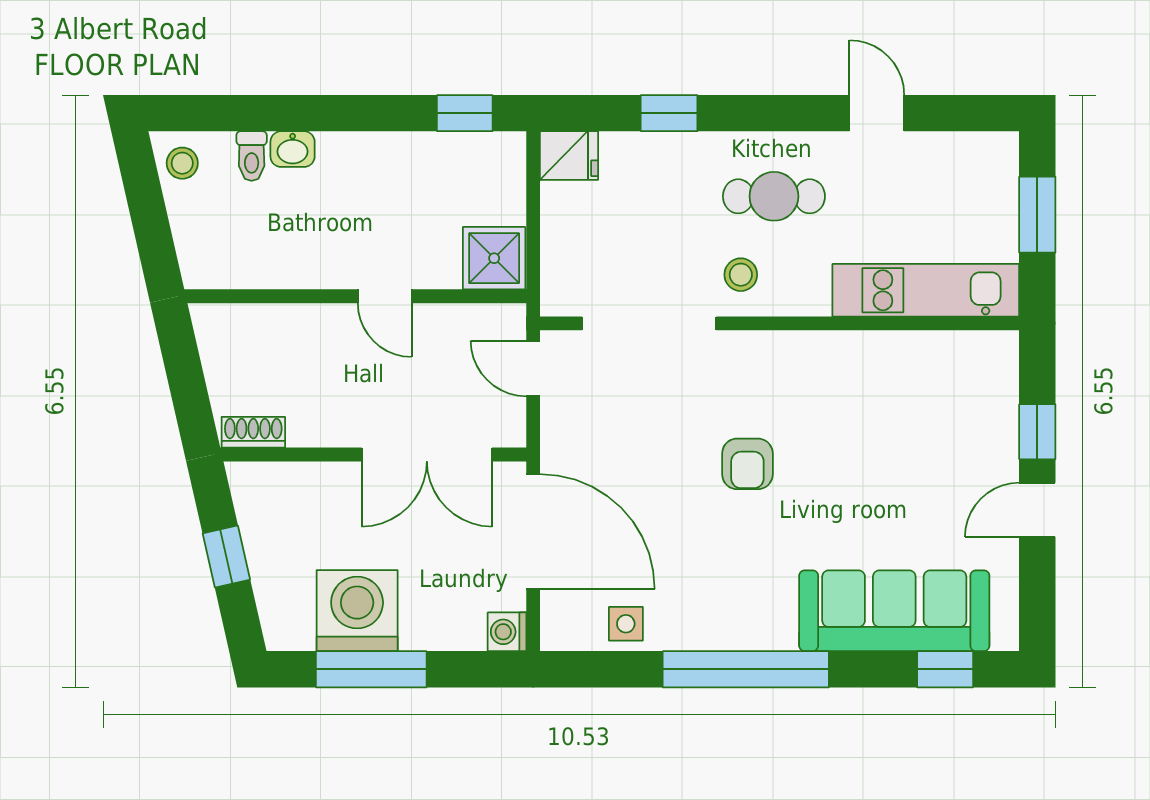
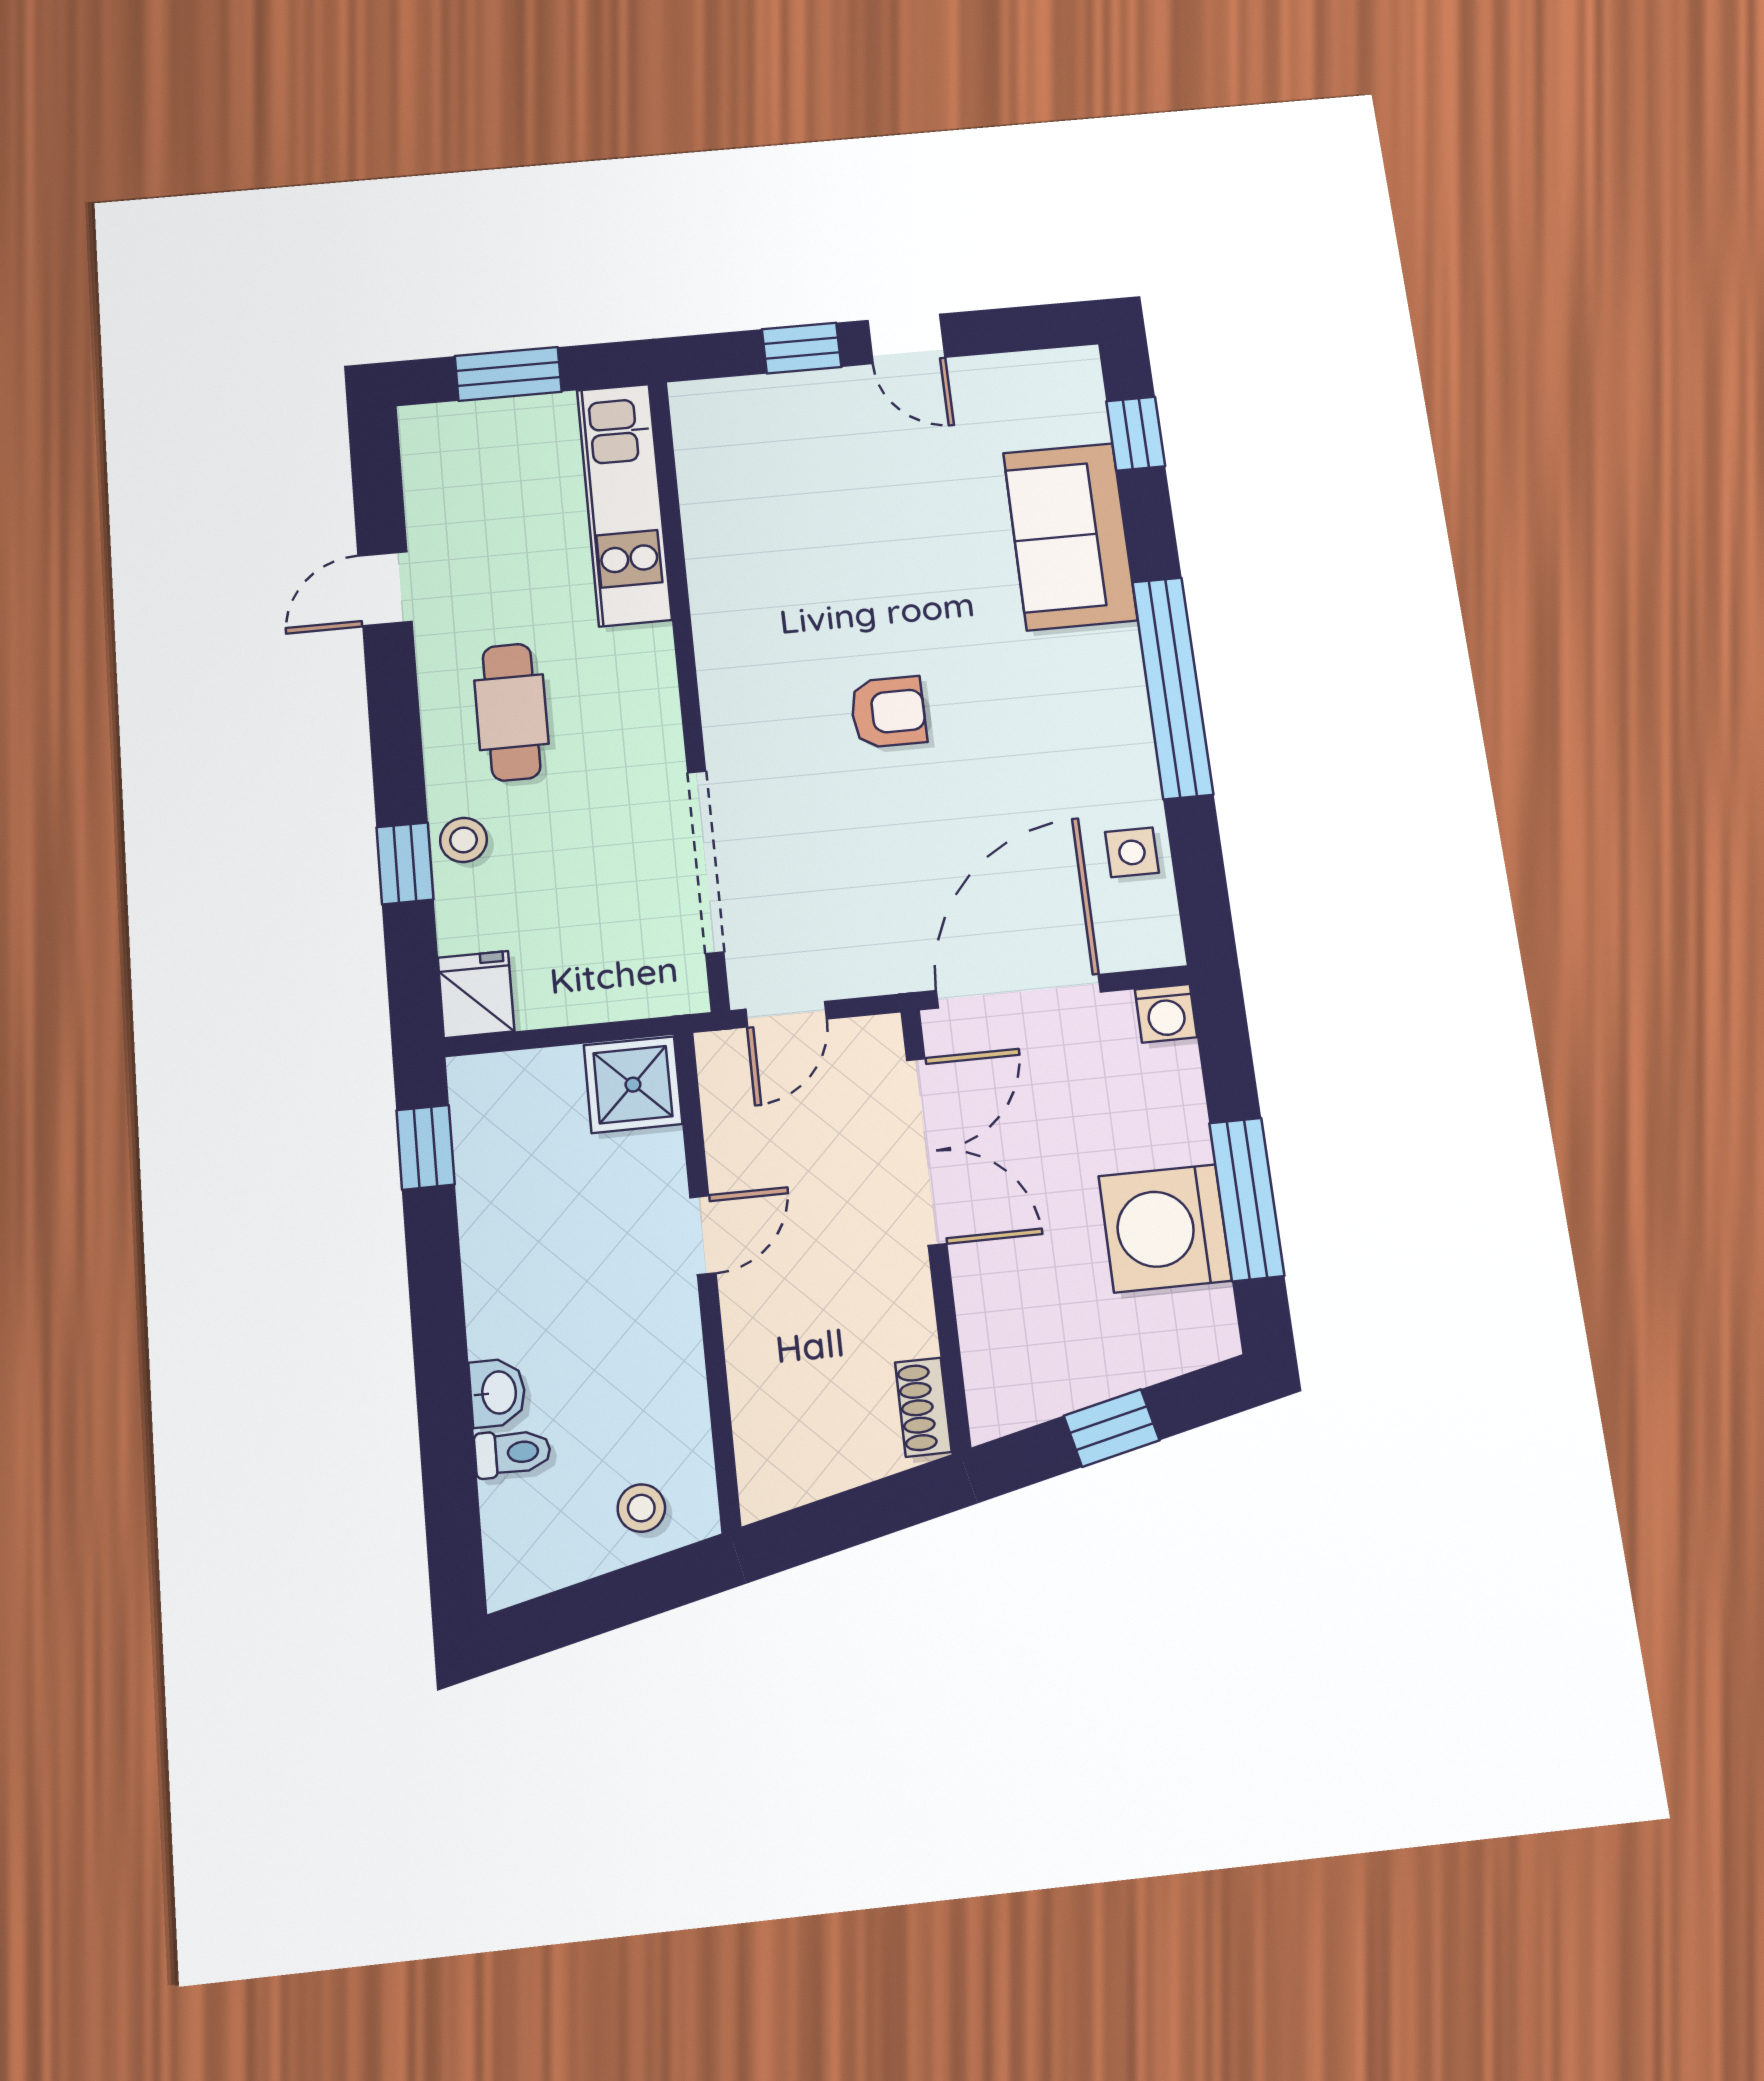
stool: (182, 163) -> (641, 1508), moved
stool: (741, 275) -> (463, 840), moved
sofa: (894, 611) -> (1070, 536), width x0.73

